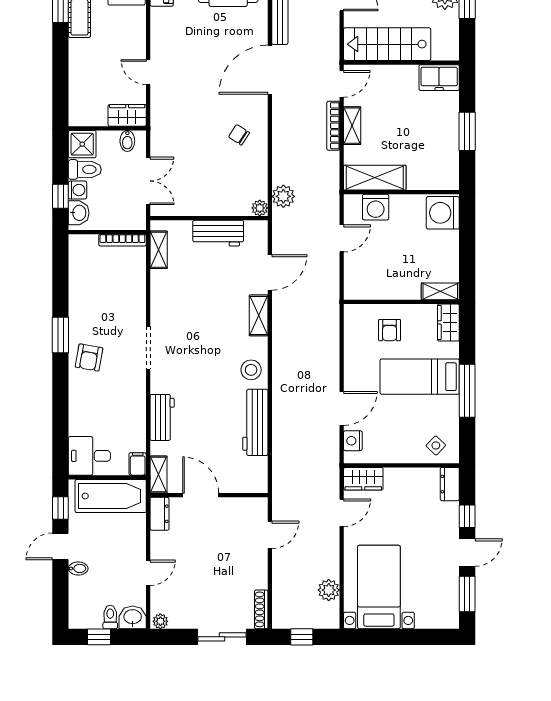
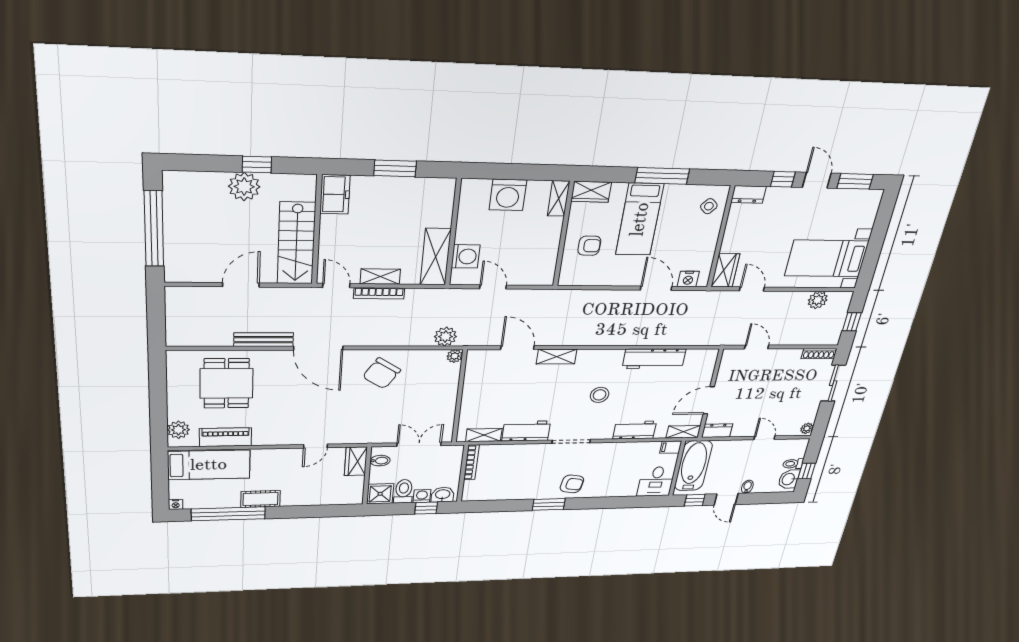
chair: (239, 135) -> (382, 373), width x1.87, depth x1.87
washing machine: (443, 213) -> (508, 195), moved
workbench: (218, 233) -> (526, 431), moved, turned -90
stool: (251, 370) -> (600, 395), moved
washbasin: (133, 617) -> (789, 479), moved

